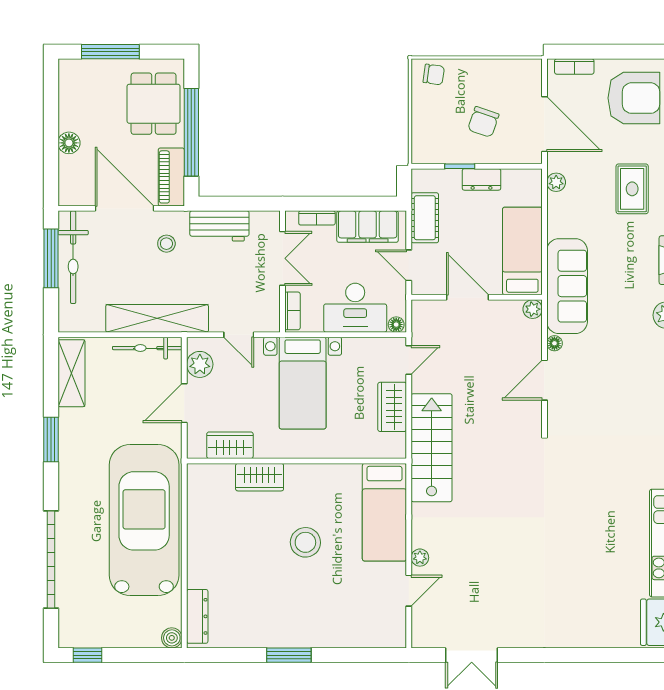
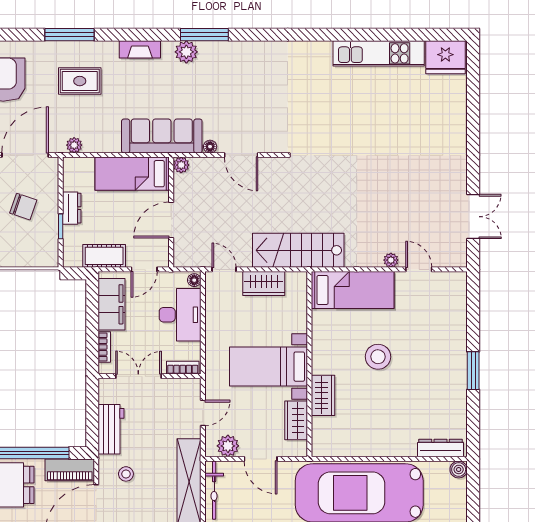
bed with nightstands: (303, 383) -> (269, 367), moved, turned 180

